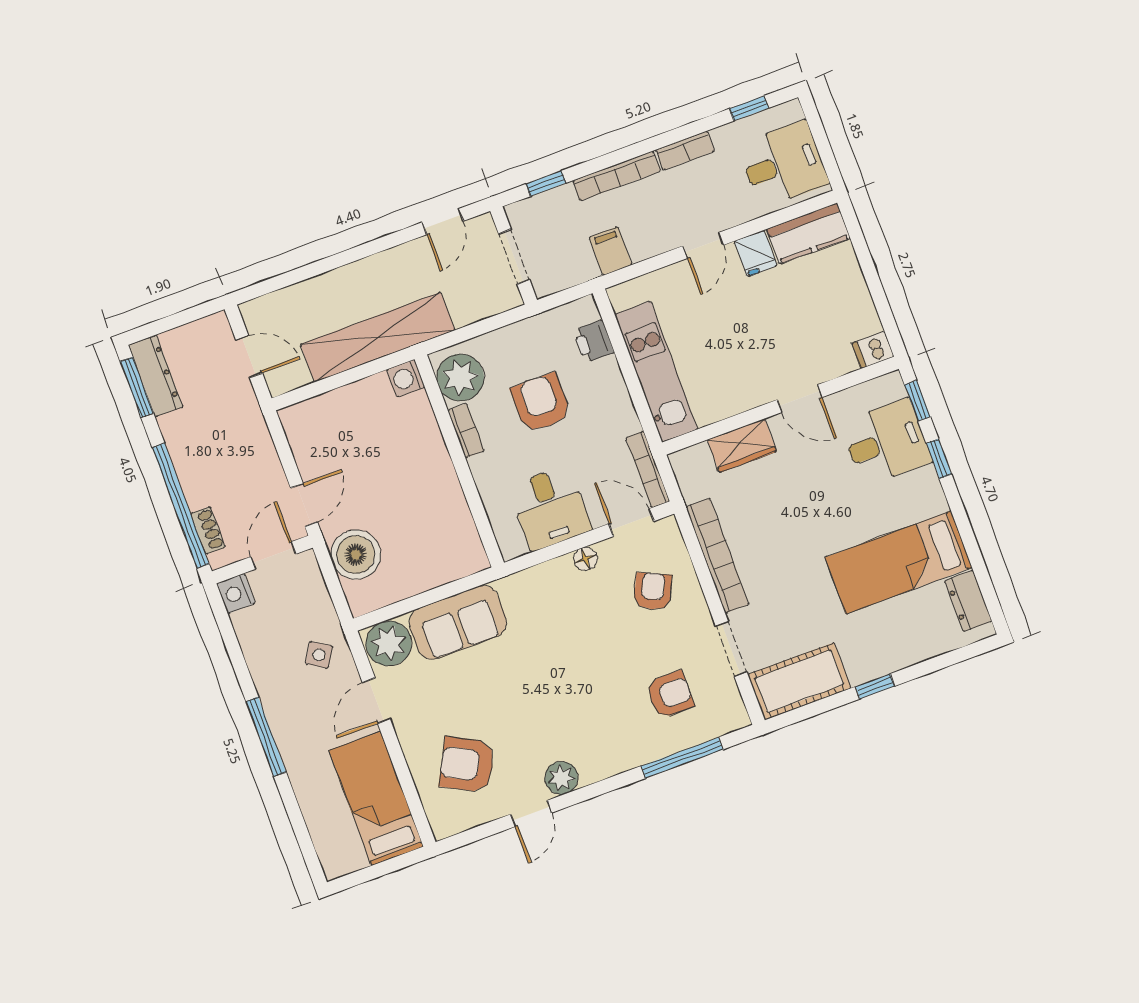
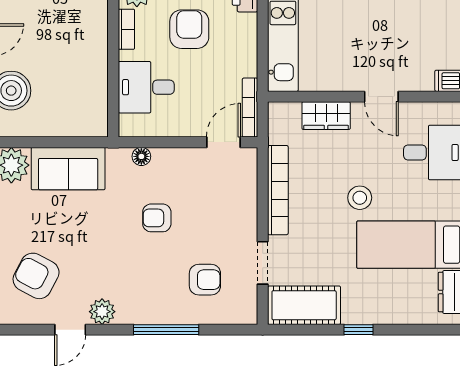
desk: (550, 508) -> (146, 87), moved, turned 90
door: (631, 523) -> (223, 142), hinge flipped
stool: (818, 529) -> (360, 198), added
floor lamp: (585, 559) -> (141, 156), moved
armchair: (653, 591) -> (157, 218), moved, turned -115
window: (682, 758) -> (166, 330), moved

